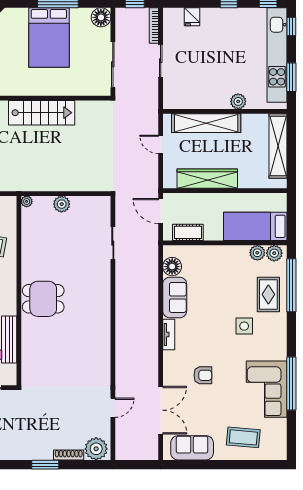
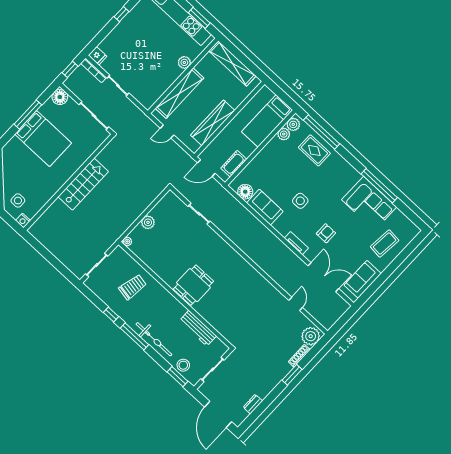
fridge: (192, 17) -> (98, 56), moved
side table: (244, 326) -> (300, 201), moved
tv unit: (169, 334) -> (296, 243), moved

